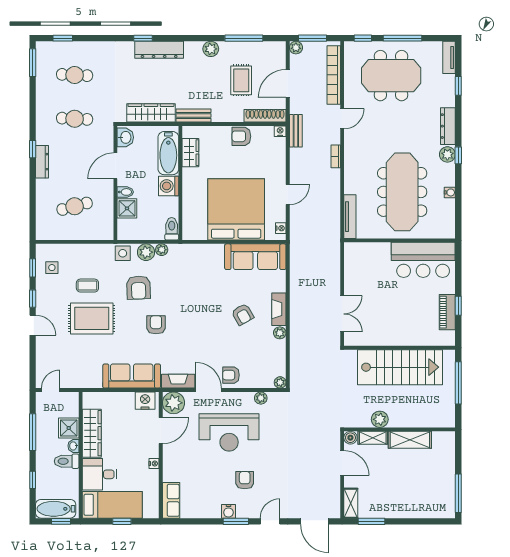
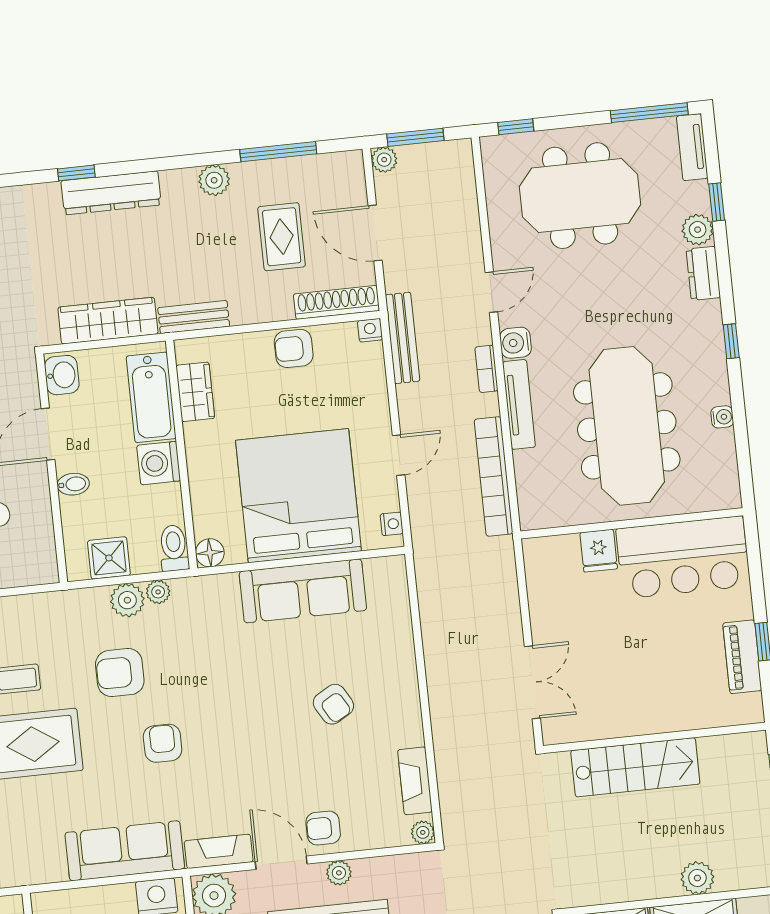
window: (403, 38) -> (649, 113), moved
bookcase: (334, 75) -> (494, 477), moved
door: (288, 83) -> (375, 233), hinge flipped
dresser: (448, 126) -> (703, 273), width x0.70
bench: (296, 131) -> (403, 338), width x1.36
water cooler: (351, 145) -> (516, 343), added
plant: (447, 154) -> (698, 230), moved
shower: (127, 208) -> (109, 558), moved
tv unit: (350, 217) -> (519, 404), moved
floor lamp: (189, 233) -> (210, 553), added
fridge: (382, 252) -> (599, 551), added
side table: (123, 253) -> (81, 607), removed
sofa: (255, 257) -> (303, 591), moved
armchair: (139, 288) -> (120, 673), turned 92
fireplace: (279, 309) -> (415, 781), moved
plant: (280, 333) -> (412, 733), removed
stairs: (400, 367) -> (635, 767), width x0.73, depth x0.66
plant: (261, 398) -> (339, 873), moved
plant: (380, 419) -> (697, 878), moved

